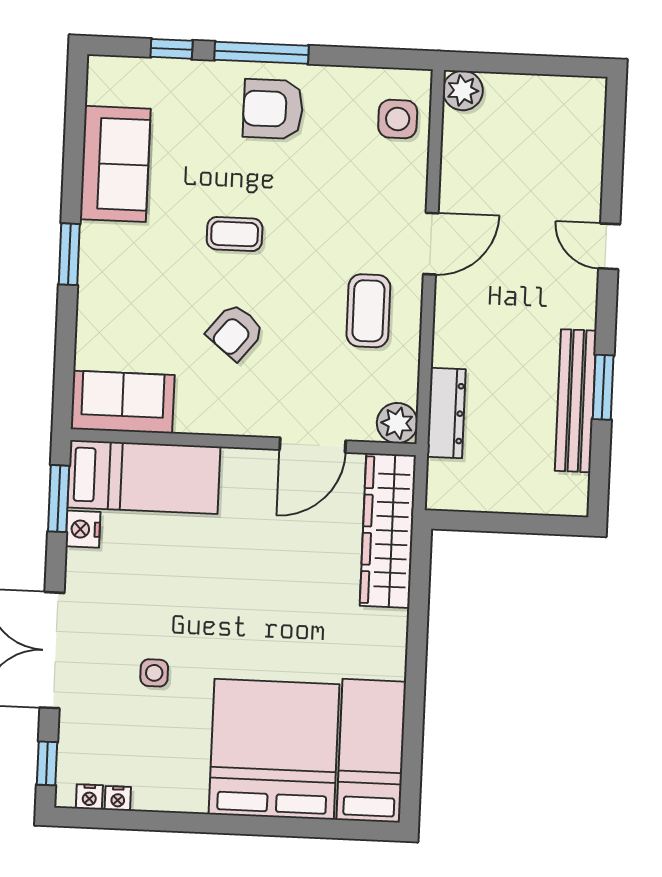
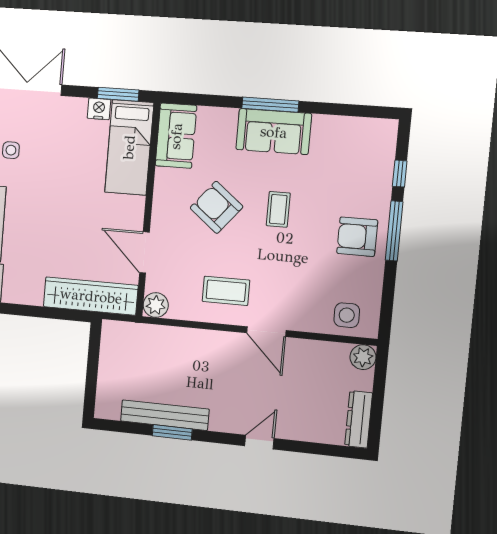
armchair: (273, 109) -> (357, 237), turned -90
sofa: (115, 164) -> (274, 132), moved
window: (69, 254) -> (270, 105), width x1.44
armchair: (235, 332) -> (217, 207), width x1.38, depth x1.38
dresser: (446, 413) -> (359, 419), moved, turned 90

